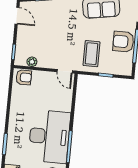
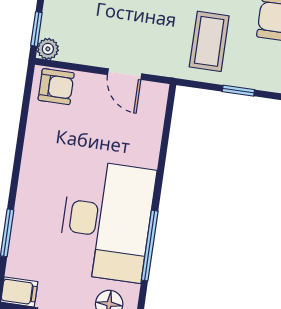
plant: (32, 62) -> (48, 49), moved
door: (65, 71) -> (125, 74), moved

